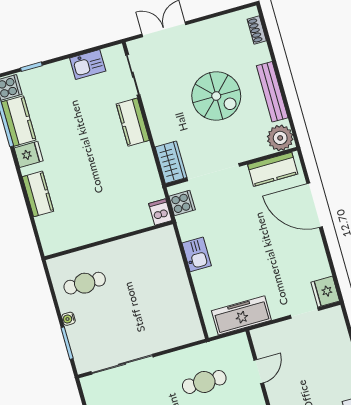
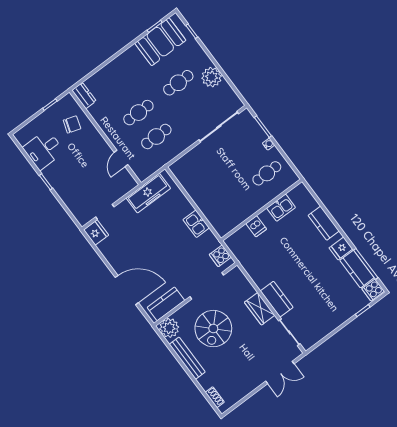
kitchen sink: (88, 65) -> (281, 208), moved, turned 180
spiral stairs: (216, 96) -> (213, 329), moved, turned -90
wardrobe: (171, 162) -> (260, 309), moved
dishwasher: (160, 212) -> (256, 226), moved

